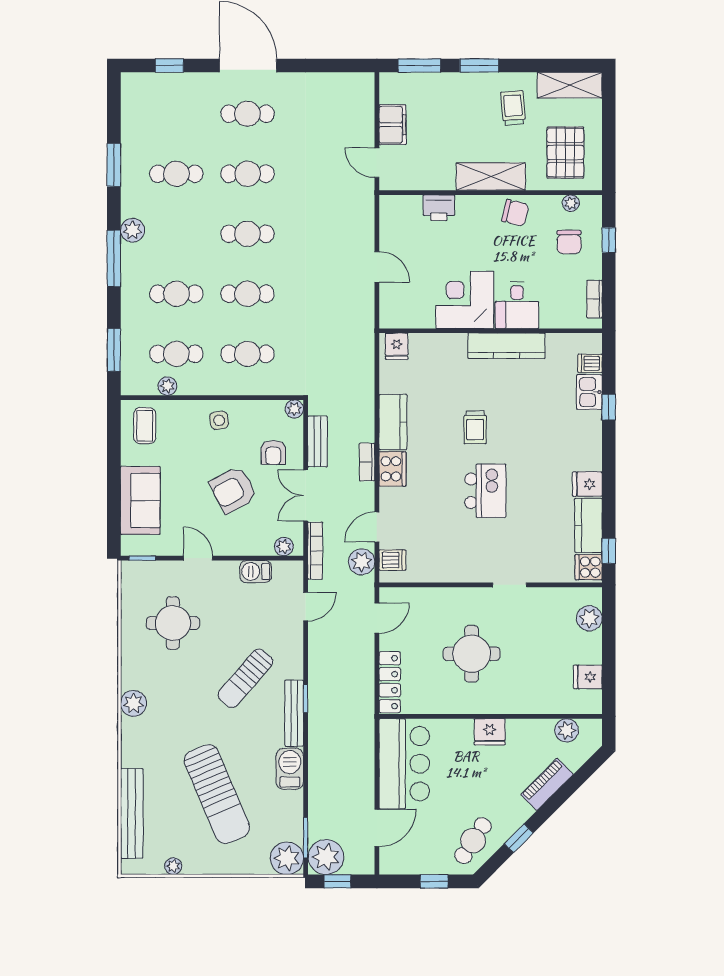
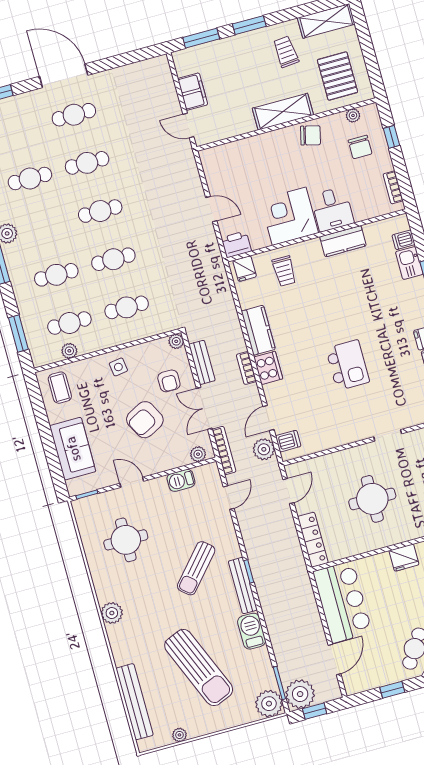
printer: (439, 208) -> (236, 244), moved, turned 180
kitchen counter: (507, 346) -> (343, 241), width x0.67
trolley: (475, 427) -> (284, 271), moved

